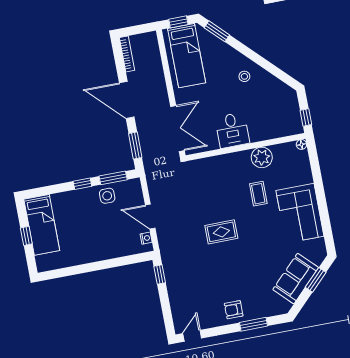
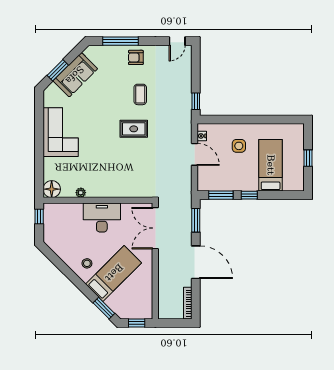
bed: (187, 56) -> (114, 273), moved, turned 45
desk: (232, 130) -> (102, 218), width x1.37
floor lamp: (301, 144) -> (52, 189), width x1.89, depth x1.89
plant: (262, 157) -> (81, 193), width x0.53, depth x0.53
coffee table: (258, 194) -> (140, 94), moved
side table: (107, 196) -> (239, 146), moved
bed: (42, 225) -> (271, 165), moved
armchair: (234, 310) -> (136, 57), turned 180
window: (254, 324) -> (121, 41), width x1.44

